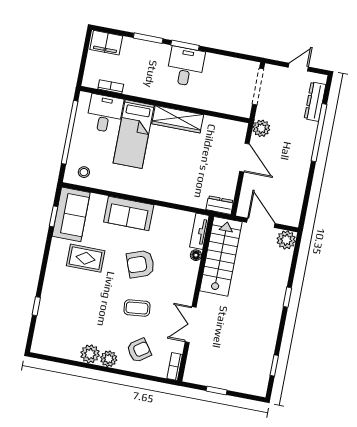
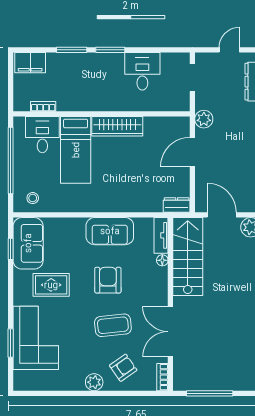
desk: (186, 66) -> (142, 71), moved
doorway: (258, 87) -> (192, 78), width x0.73
door: (244, 158) -> (192, 152), swing flipped
sofa: (129, 213) -> (110, 231), moved
armchair: (140, 264) -> (108, 280), turned 110
window: (36, 306) -> (11, 343), width x1.50
corner sofa: (61, 306) -> (36, 338), added
coffee table: (137, 308) -> (113, 325), width x1.36, depth x1.30
double door: (191, 325) -> (170, 332), width x1.37
plant: (90, 354) -> (74, 381), removed
window: (217, 391) -> (210, 393), width x2.17

